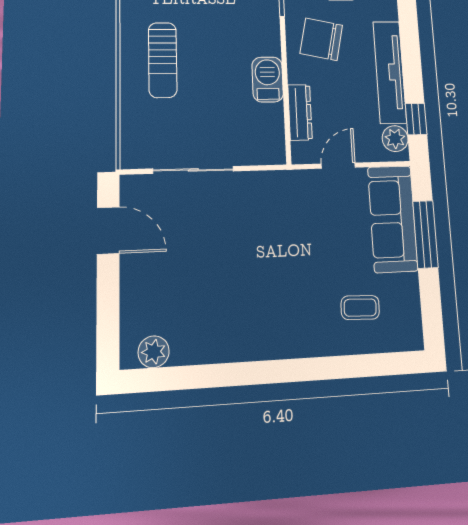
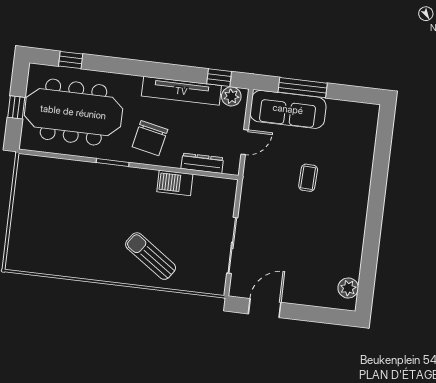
sun lounger: (163, 60) -> (151, 256), turned -145
door: (338, 166) -> (245, 142), swing flipped
coffee table: (360, 308) -> (308, 178), moved

